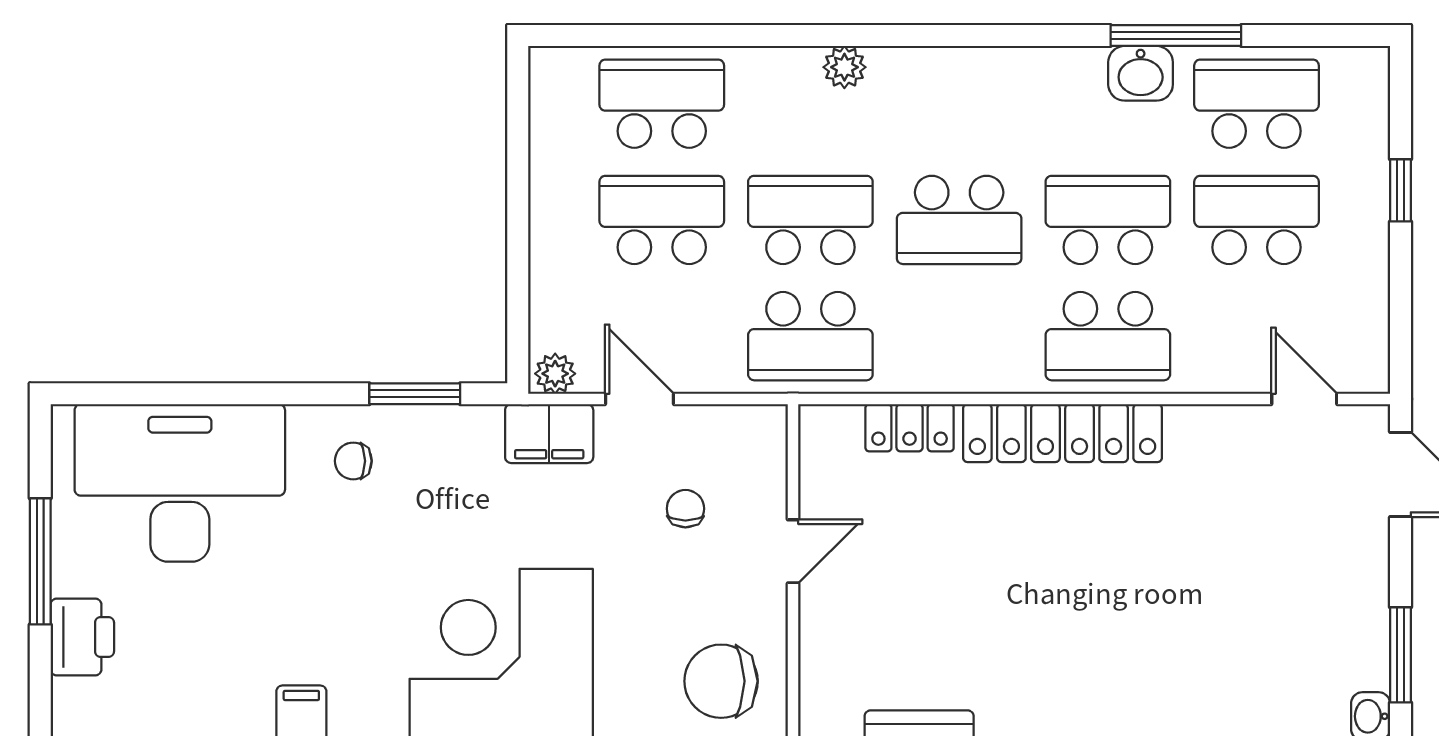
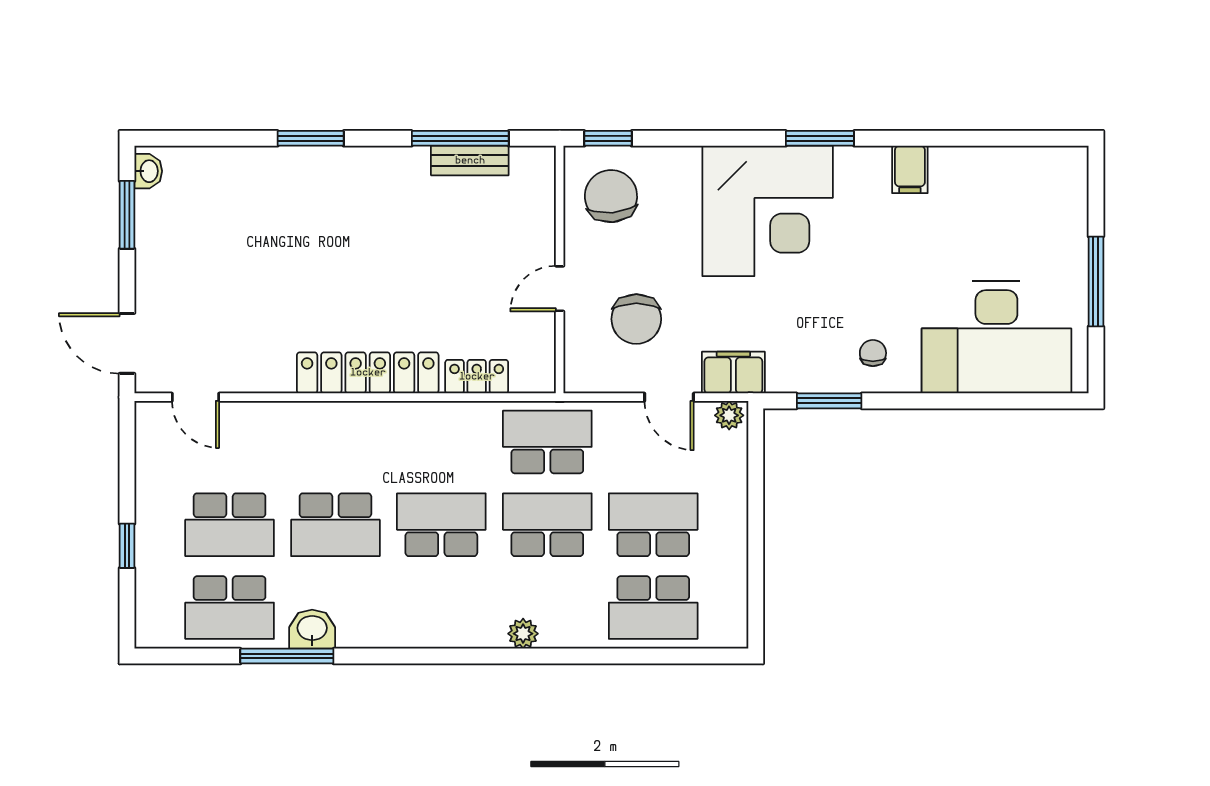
school desk: (662, 220) -> (653, 525), turned 180
school desk: (810, 220) -> (547, 525), turned 180
school desk: (1108, 336) -> (335, 442), removed
chair: (353, 461) -> (873, 353), turned -90
chair: (685, 509) -> (636, 319), width x1.87, depth x1.87
printer: (82, 637) -> (1066, 228), removed
chair: (721, 681) -> (611, 196), turned -95

